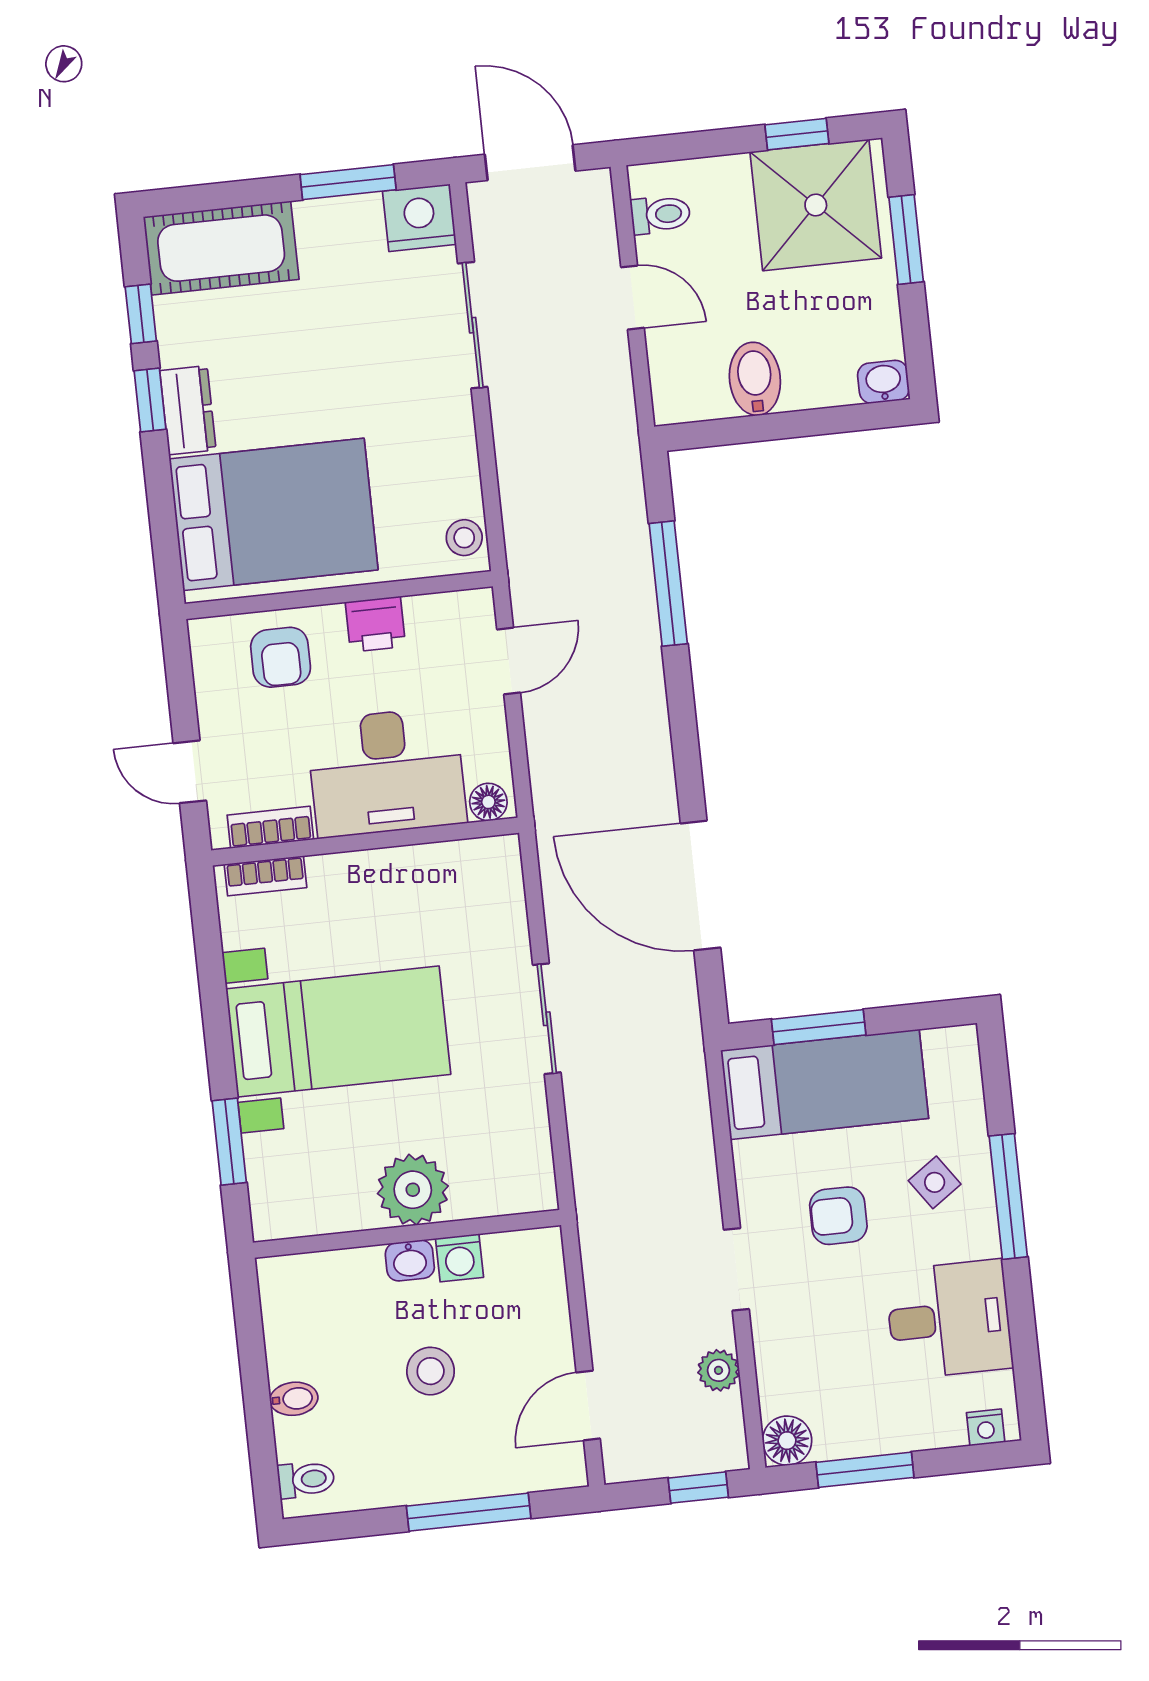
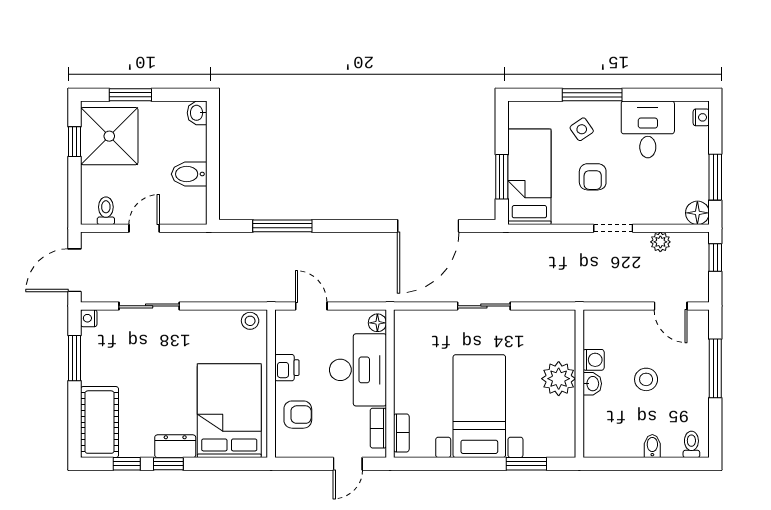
nightstand: (419, 218) -> (89, 318), width x0.53, depth x0.56

